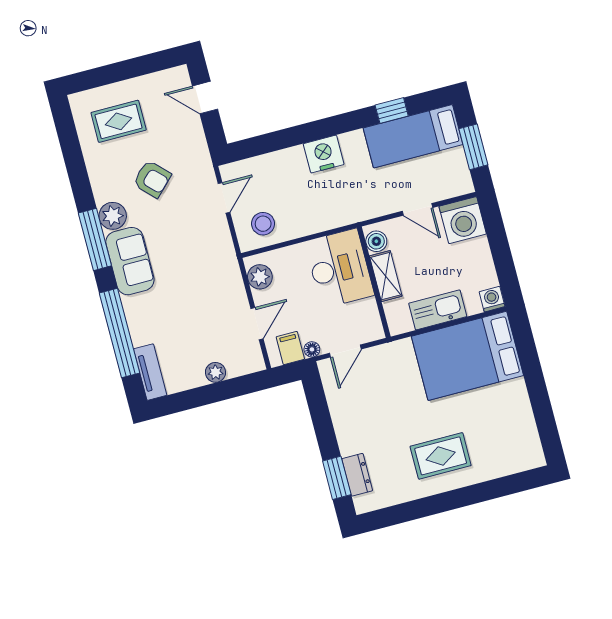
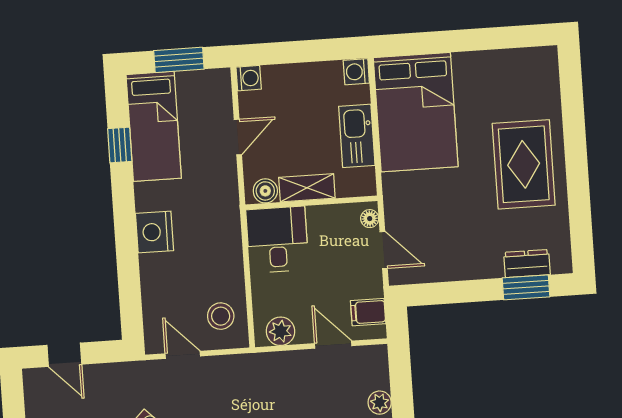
door: (205, 98) -> (64, 355), hinge flipped
washing machine: (463, 220) -> (249, 78), width x0.53, depth x0.53
desk: (339, 268) -> (277, 240), width x0.73
floor lamp: (312, 349) -> (370, 219), moved
rug: (441, 456) -> (524, 164), width x1.36, depth x1.43

